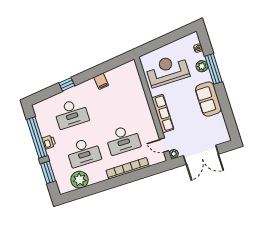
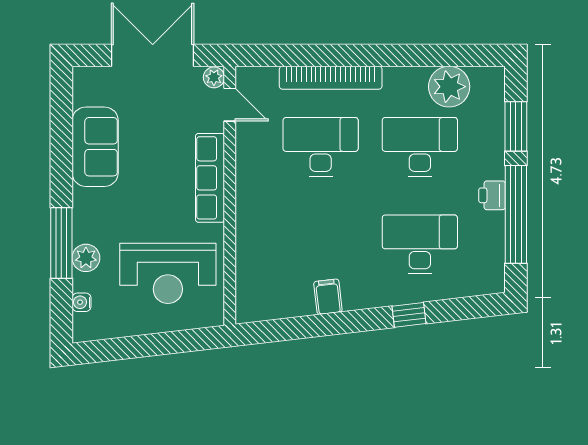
sofa: (208, 99) -> (95, 147), moved

